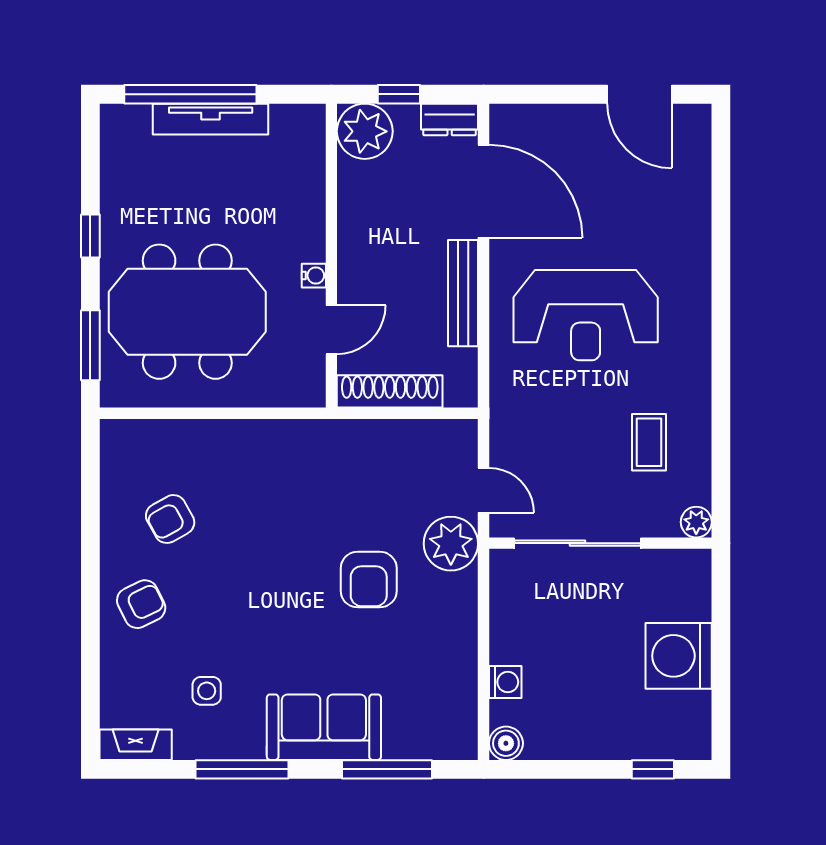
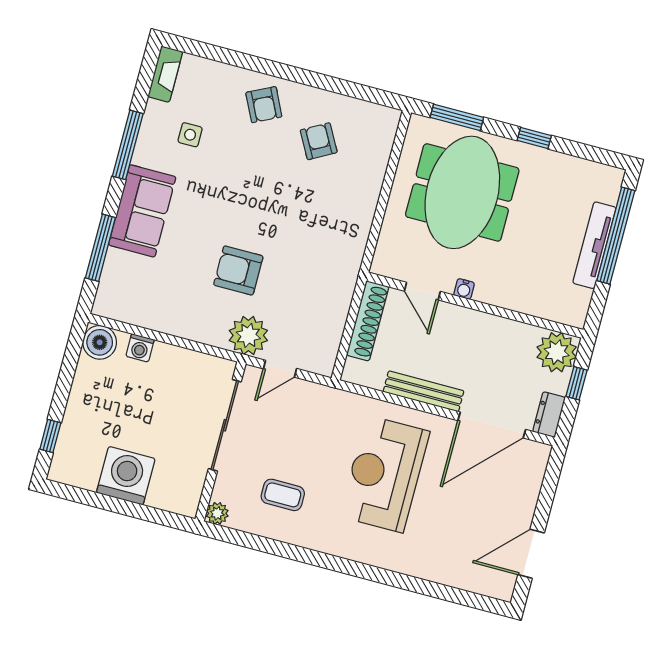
boiler: (506, 743) -> (100, 342), width x1.36, depth x1.36

